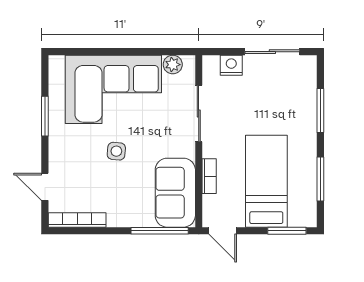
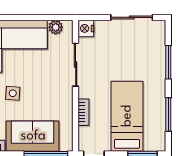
nightstand: (231, 65) -> (86, 28), moved, turned -90
sofa: (175, 193) -> (33, 136), moved, turned 90

